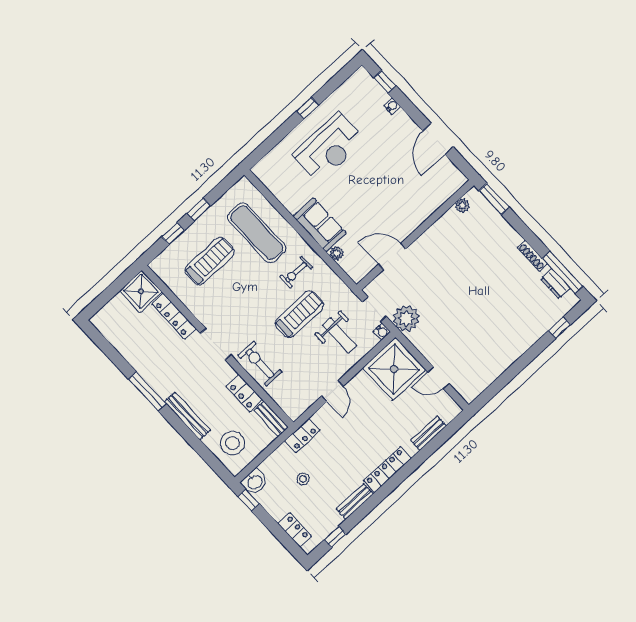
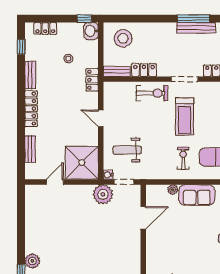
treadmill: (299, 314) -> (185, 117), moved
plant: (538, 327) -> (32, 261), added
bench: (187, 416) -> (196, 28), moved

